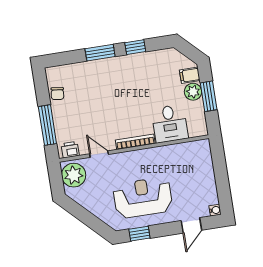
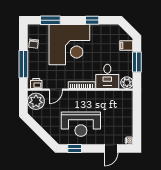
window: (100, 53) -> (50, 20), moved
corner desk: (108, 87) -> (69, 45), added
plant: (193, 92) -> (127, 83), moved
door: (99, 154) -> (56, 90), swing flipped
reception desk: (143, 198) -> (81, 124), turned 180

